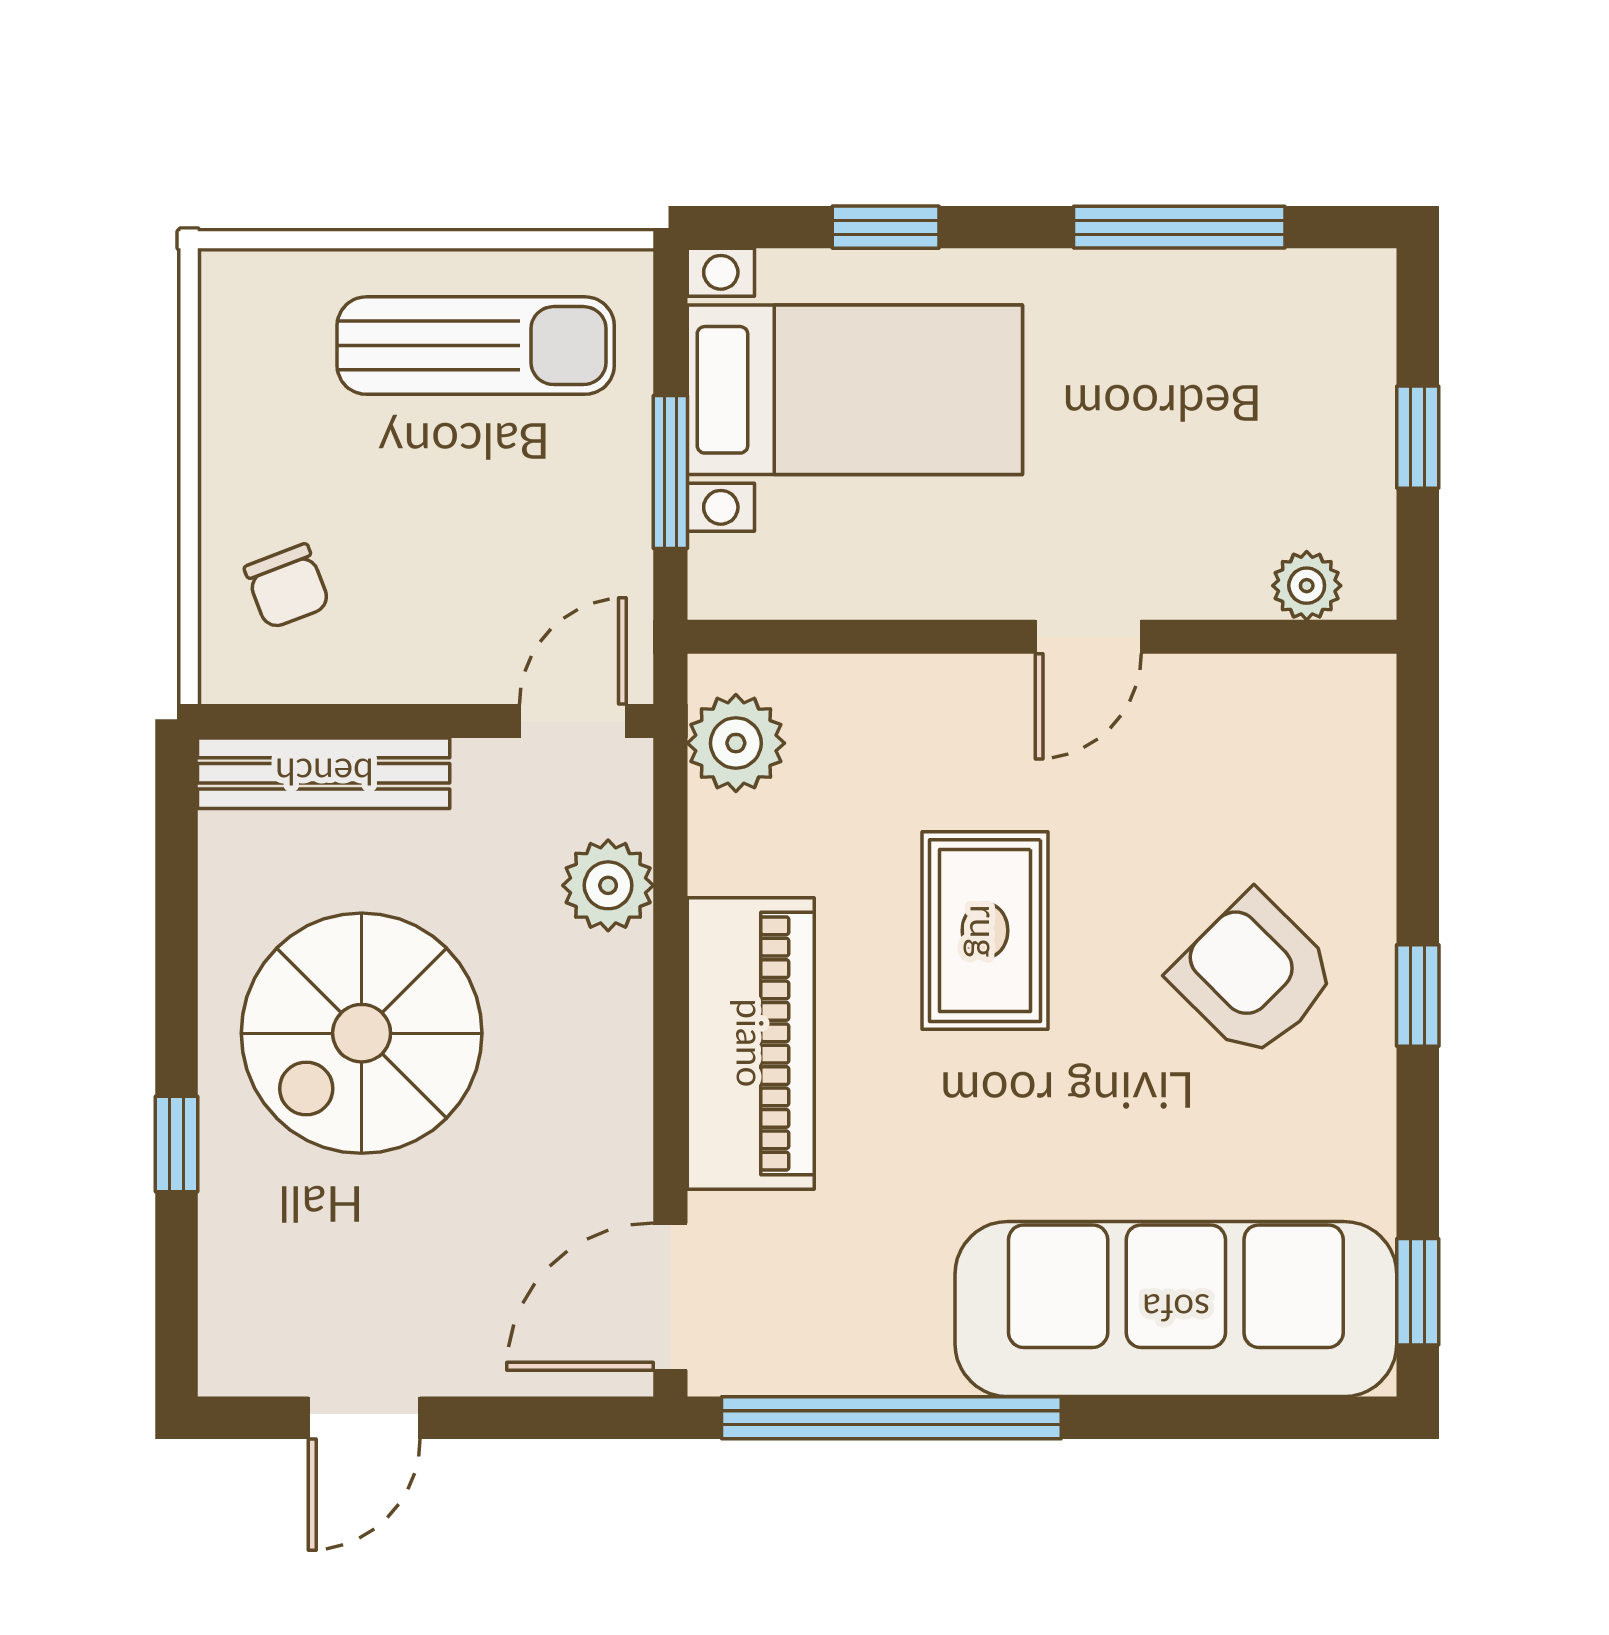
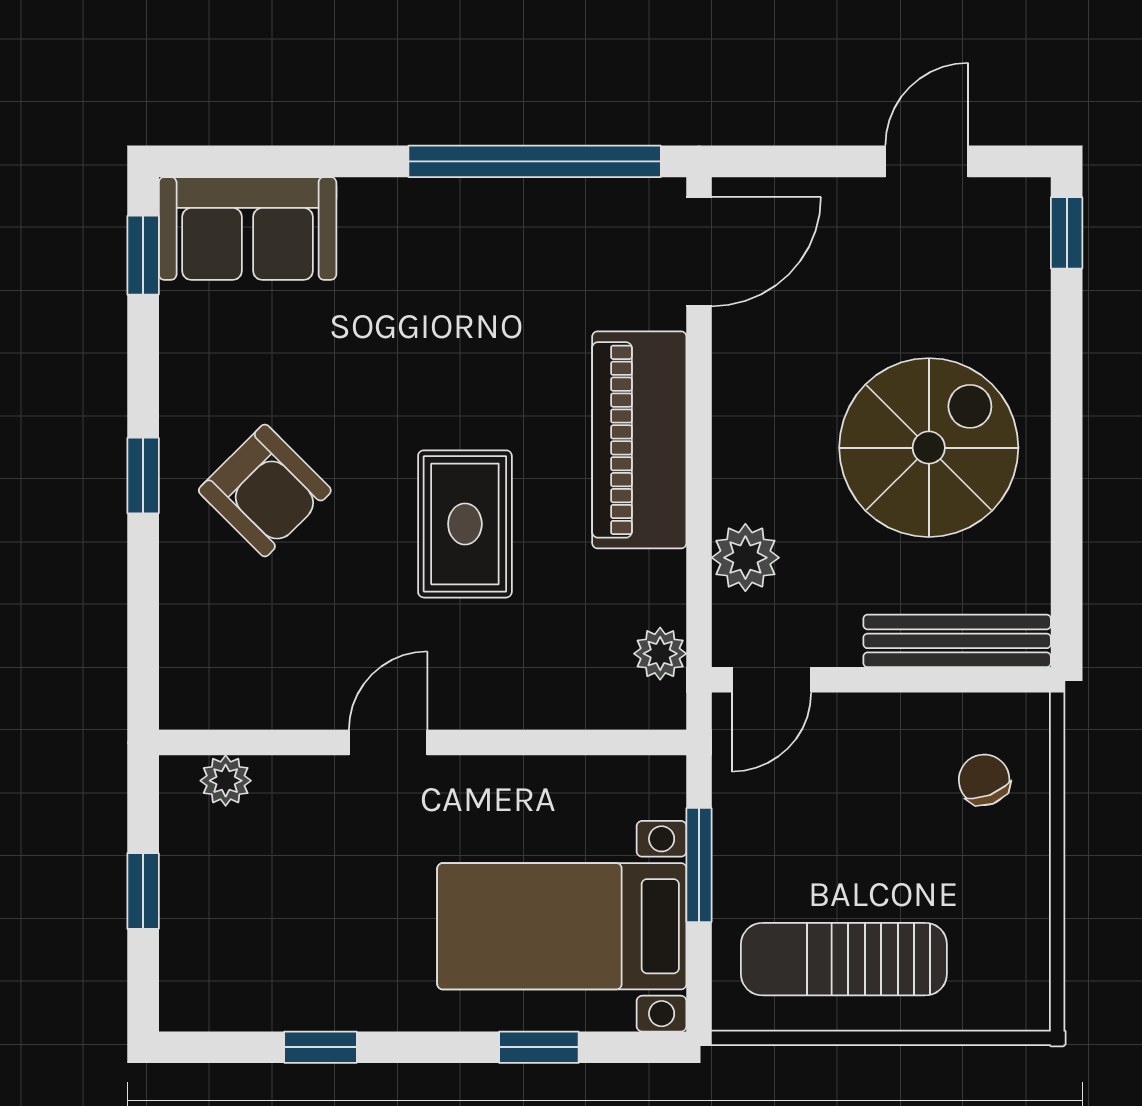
window: (1179, 227) -> (320, 1047), width x0.46
plant: (736, 743) -> (660, 654), width x0.73, depth x0.73
window: (176, 1144) -> (1067, 233), moved
sofa: (1176, 1309) -> (248, 228), width x0.54, depth x0.79

